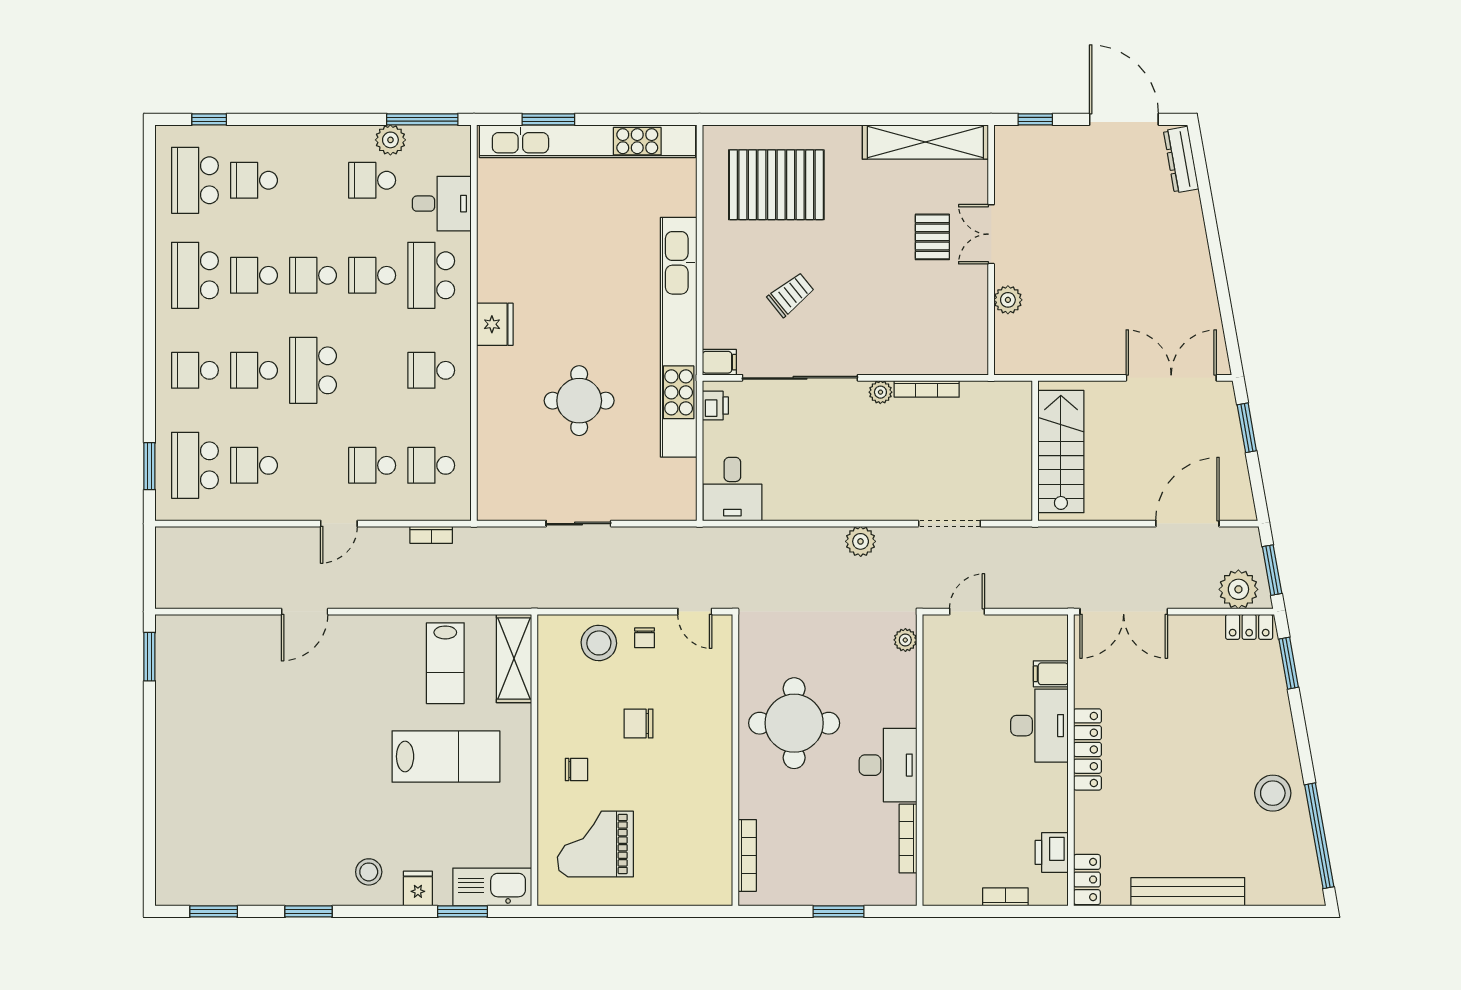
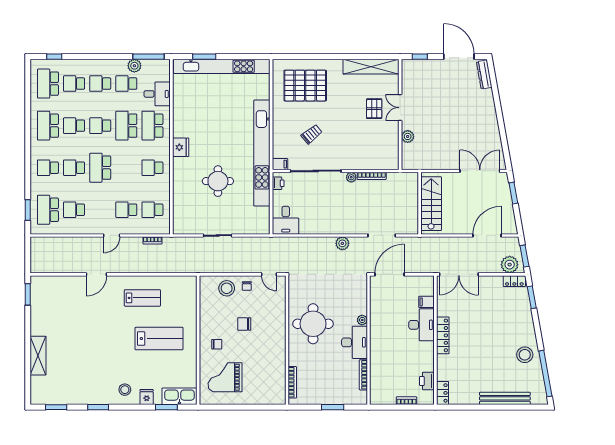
school desk: (313, 180) -> (100, 84), added
school desk: (372, 275) -> (126, 126), width x1.85
door: (967, 612) -> (390, 274), width x1.88
plant: (905, 640) -> (362, 320), moved
shelving: (514, 659) -> (38, 356), moved
lab bench: (445, 663) -> (142, 298), moved, turned -90
bench: (1188, 892) -> (505, 398), moved

